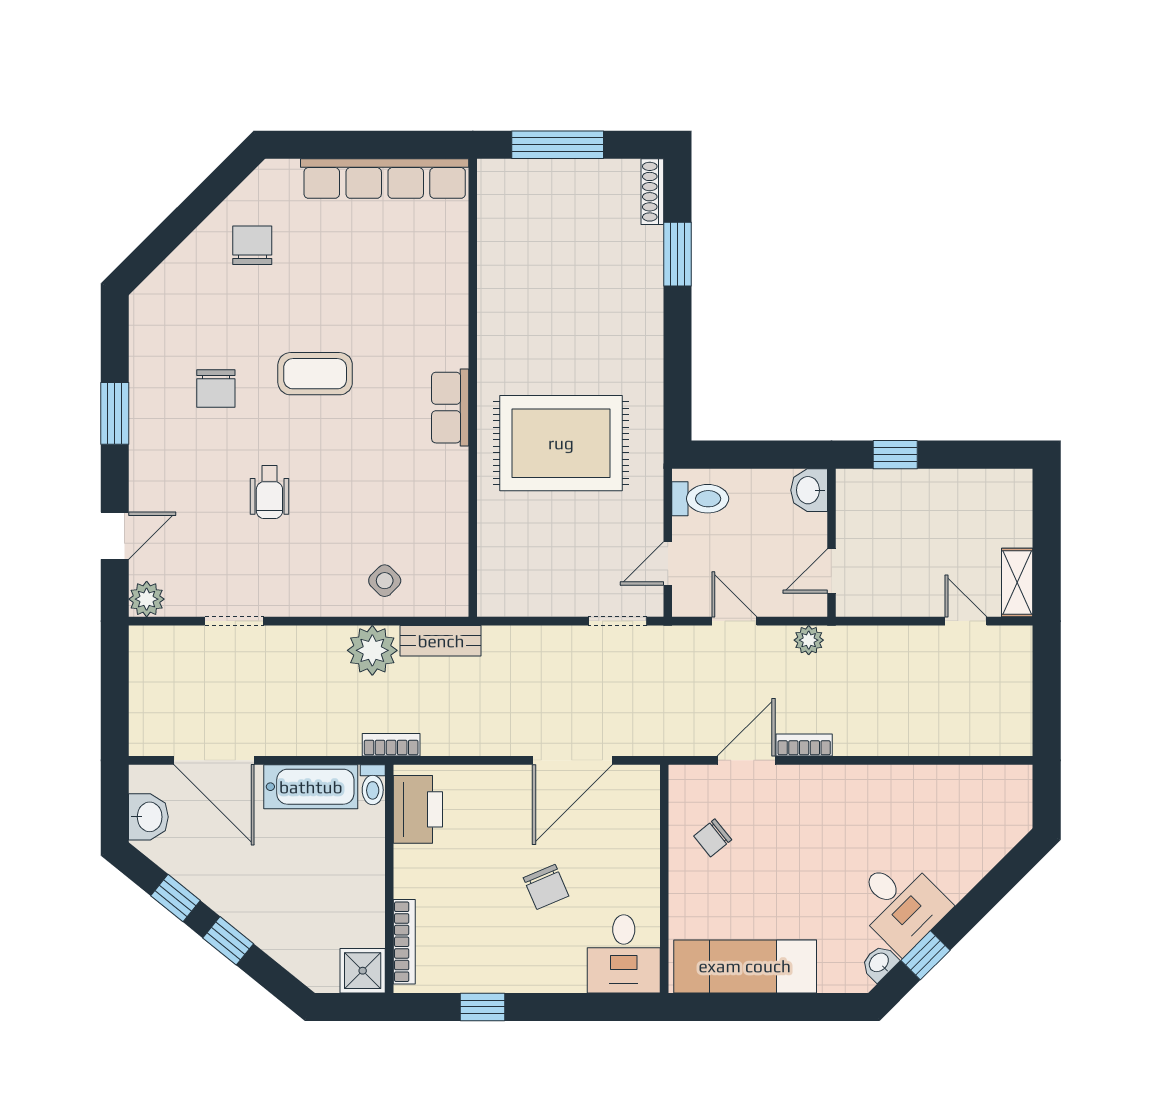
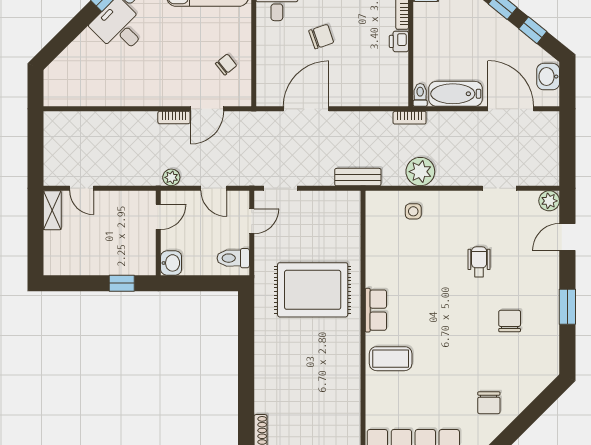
window: (678, 254) -> (246, 398), removed
coffee table: (315, 374) -> (391, 359), moved
side table: (385, 581) -> (413, 211), turned 45
bench: (441, 641) -> (358, 177), moved
printer: (418, 809) -> (399, 41), moved, width x0.53, depth x0.68
chair: (546, 887) -> (321, 37), turned 94

